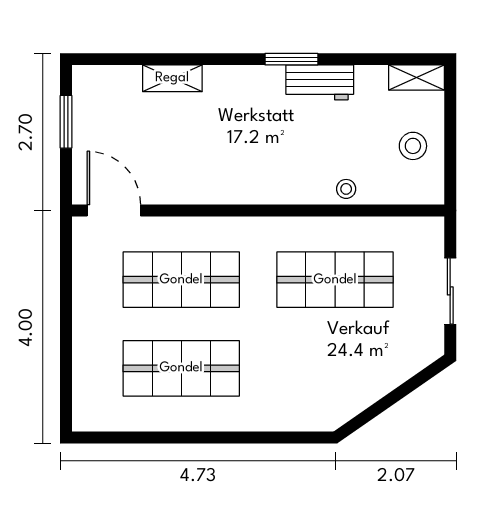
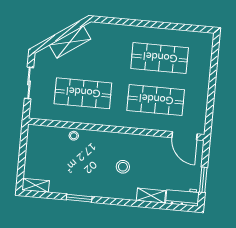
window: (291, 59) -> (79, 198), moved
workbench: (320, 82) -> (182, 197), moved
stool: (413, 146) -> (123, 167), moved
shelving: (372, 385) -> (70, 42), added

